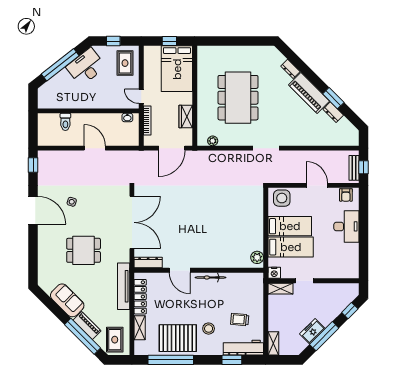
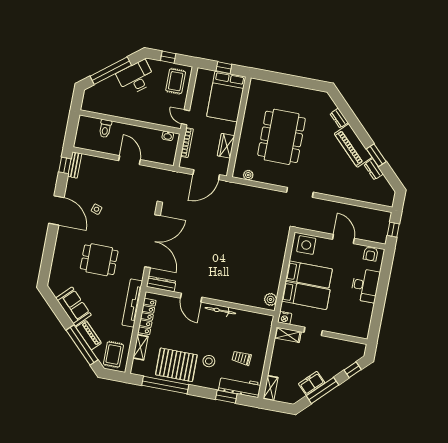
bench: (354, 168) -> (75, 165), moved

